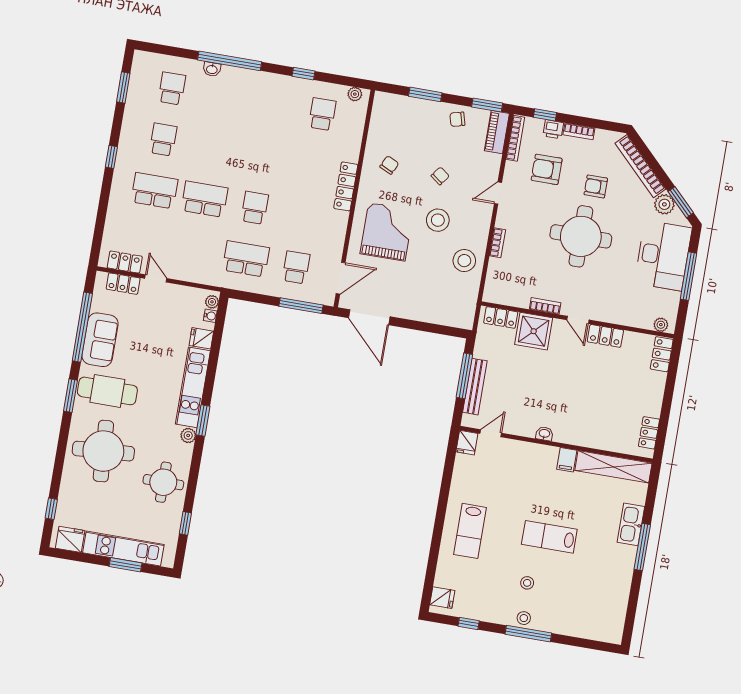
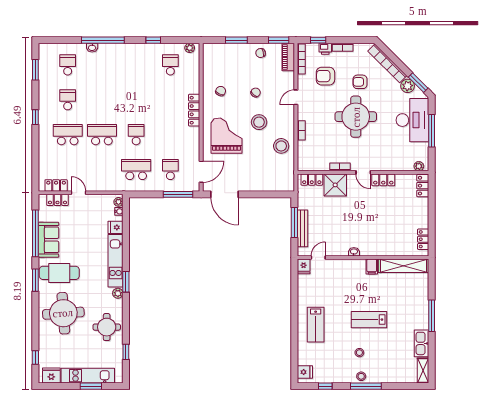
kitchen sink: (631, 524) -> (422, 343), moved
shelving: (616, 625) -> (423, 371), added

